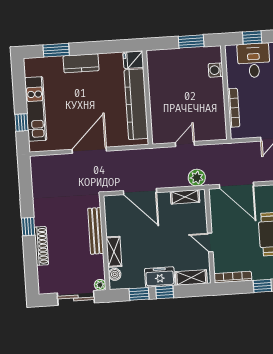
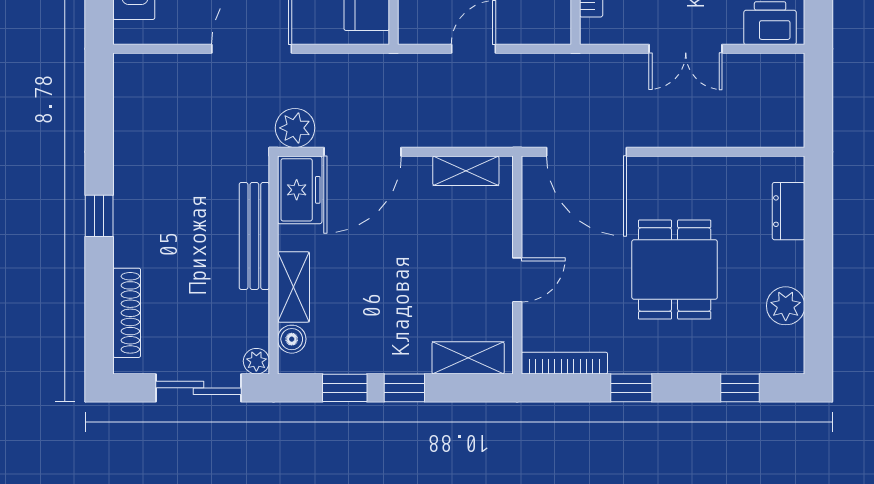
plant: (197, 178) -> (295, 128), moved
door: (140, 192) -> (362, 152), hinge flipped
door: (210, 242) -> (517, 280), swing flipped
shoe rack: (41, 246) -> (127, 313), moved
freezer: (160, 277) -> (300, 190), moved, turned 90

